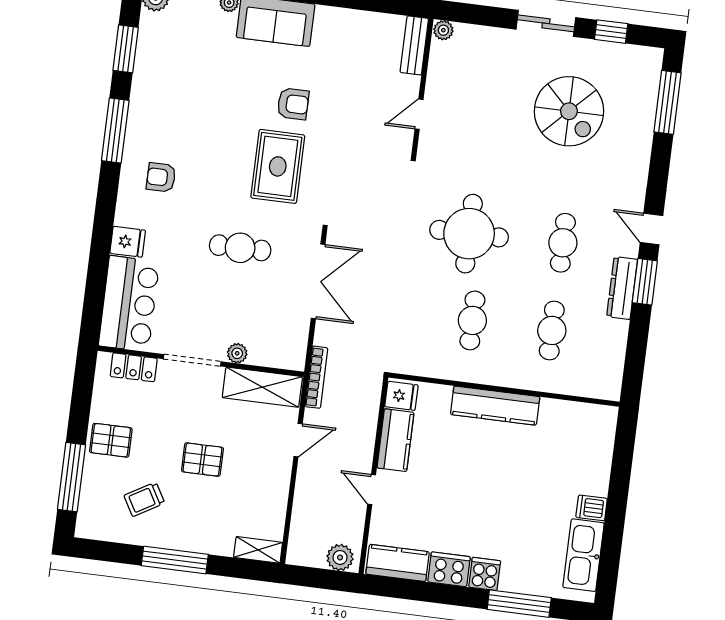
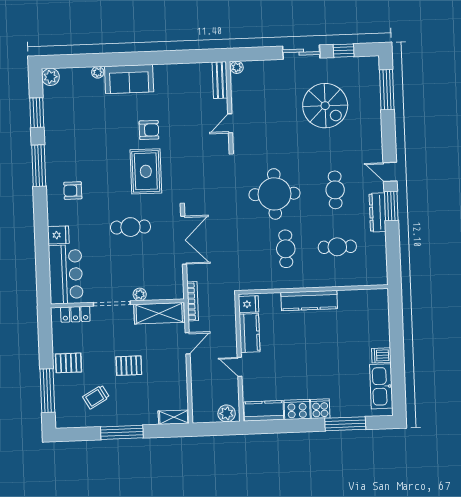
cafe table: (552, 330) -> (337, 247), turned 90

